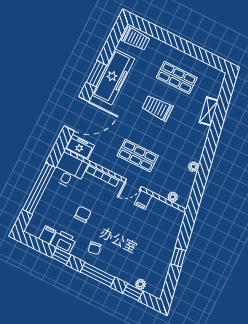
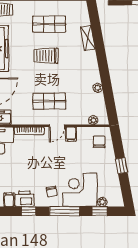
chair: (83, 214) -> (99, 142), moved
corner desk: (124, 261) -> (80, 190), added

